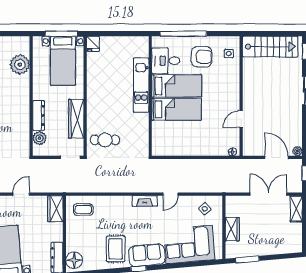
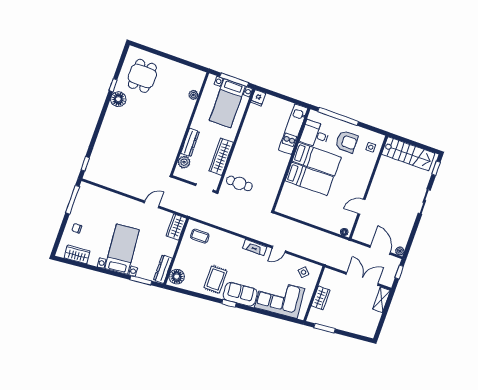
plant: (20, 64) -> (193, 95), width x0.53, depth x0.53
kitchen unit: (141, 85) -> (293, 129), moved

